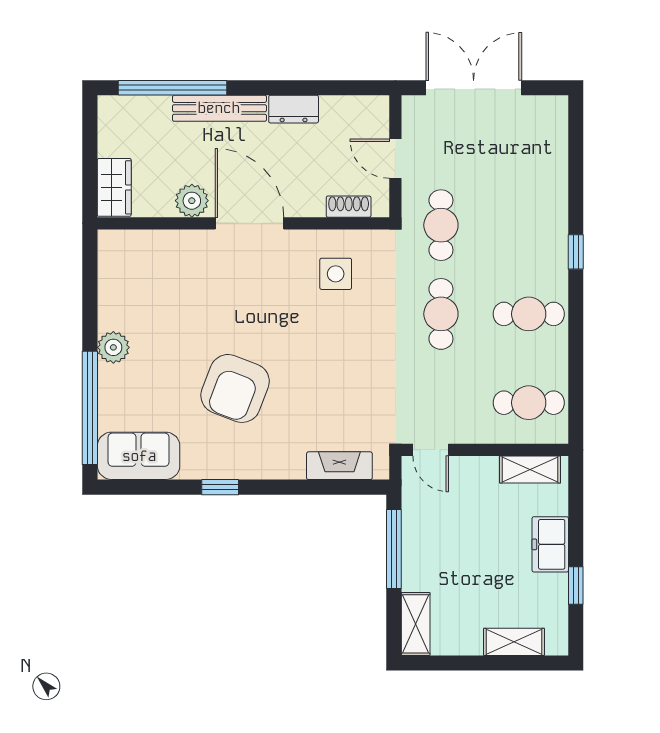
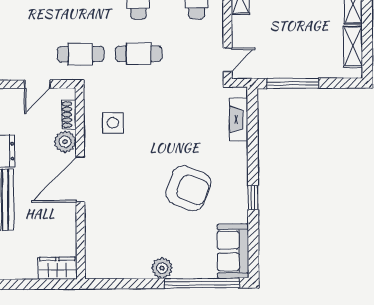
plant: (192, 201) -> (65, 142), moved
shelving: (416, 624) -> (353, 46), moved, turned 90

